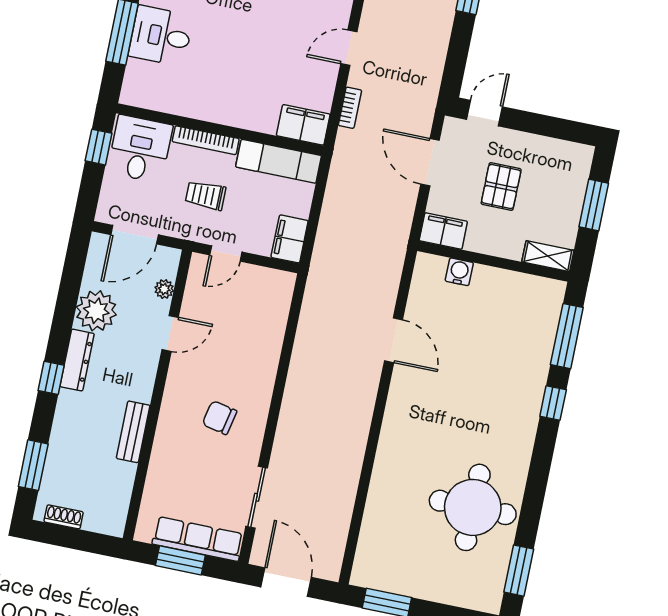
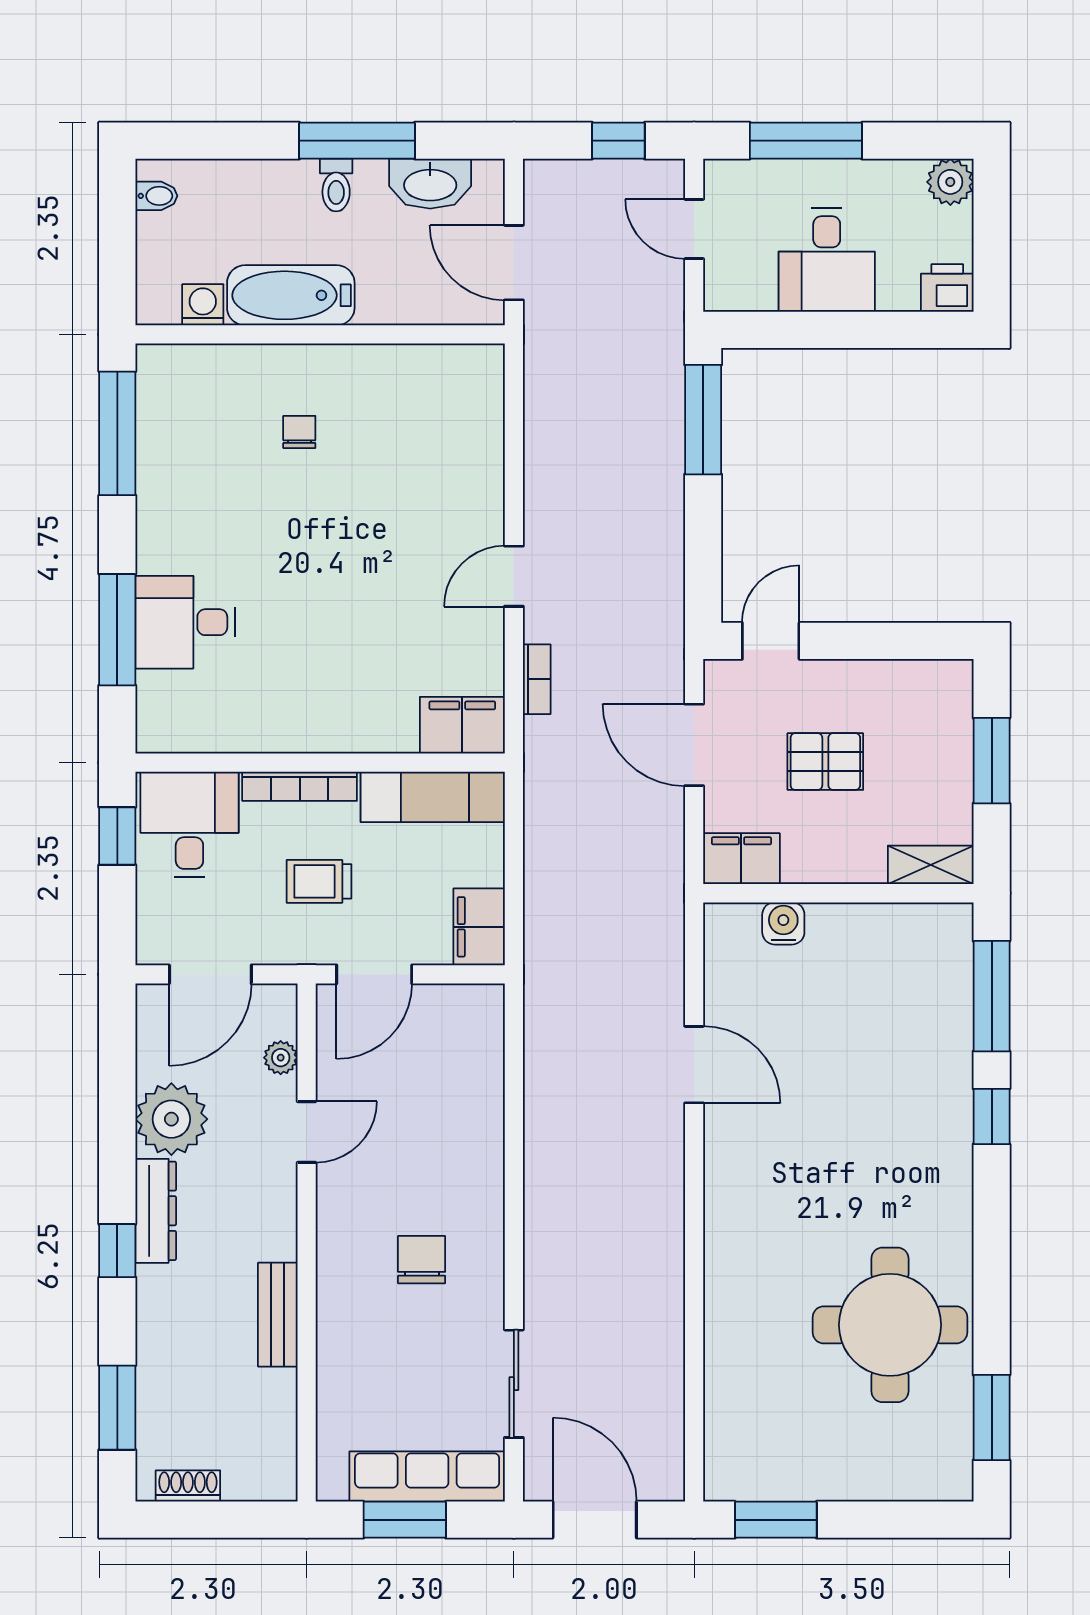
pallet: (501, 187) -> (825, 762), turned 90
door: (226, 253) -> (374, 974), width x1.38
chair: (219, 418) -> (422, 1260), turned 78

